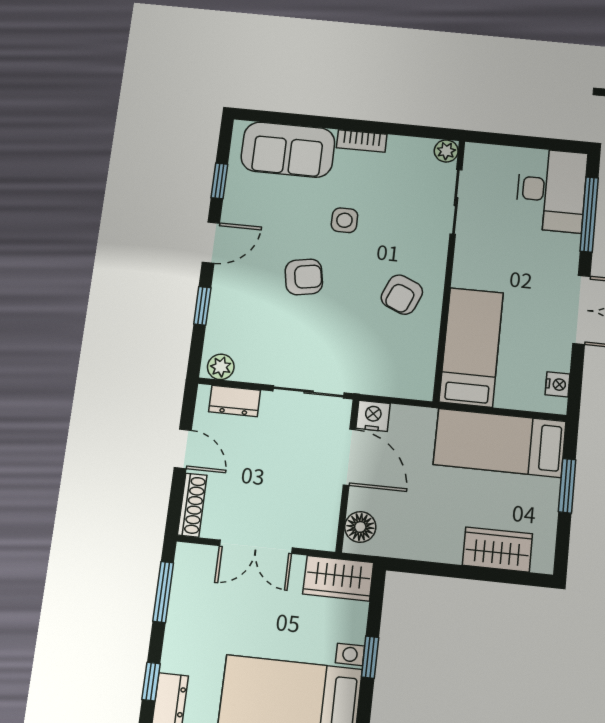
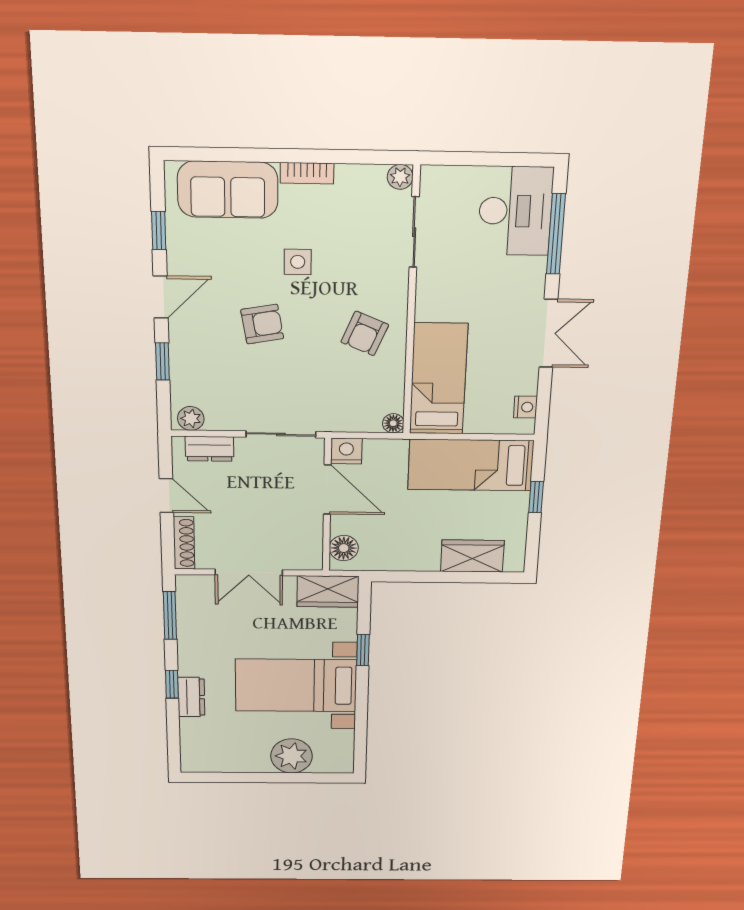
floor lamp: (423, 390) -> (393, 423), added
window: (567, 486) -> (536, 497), width x0.67

